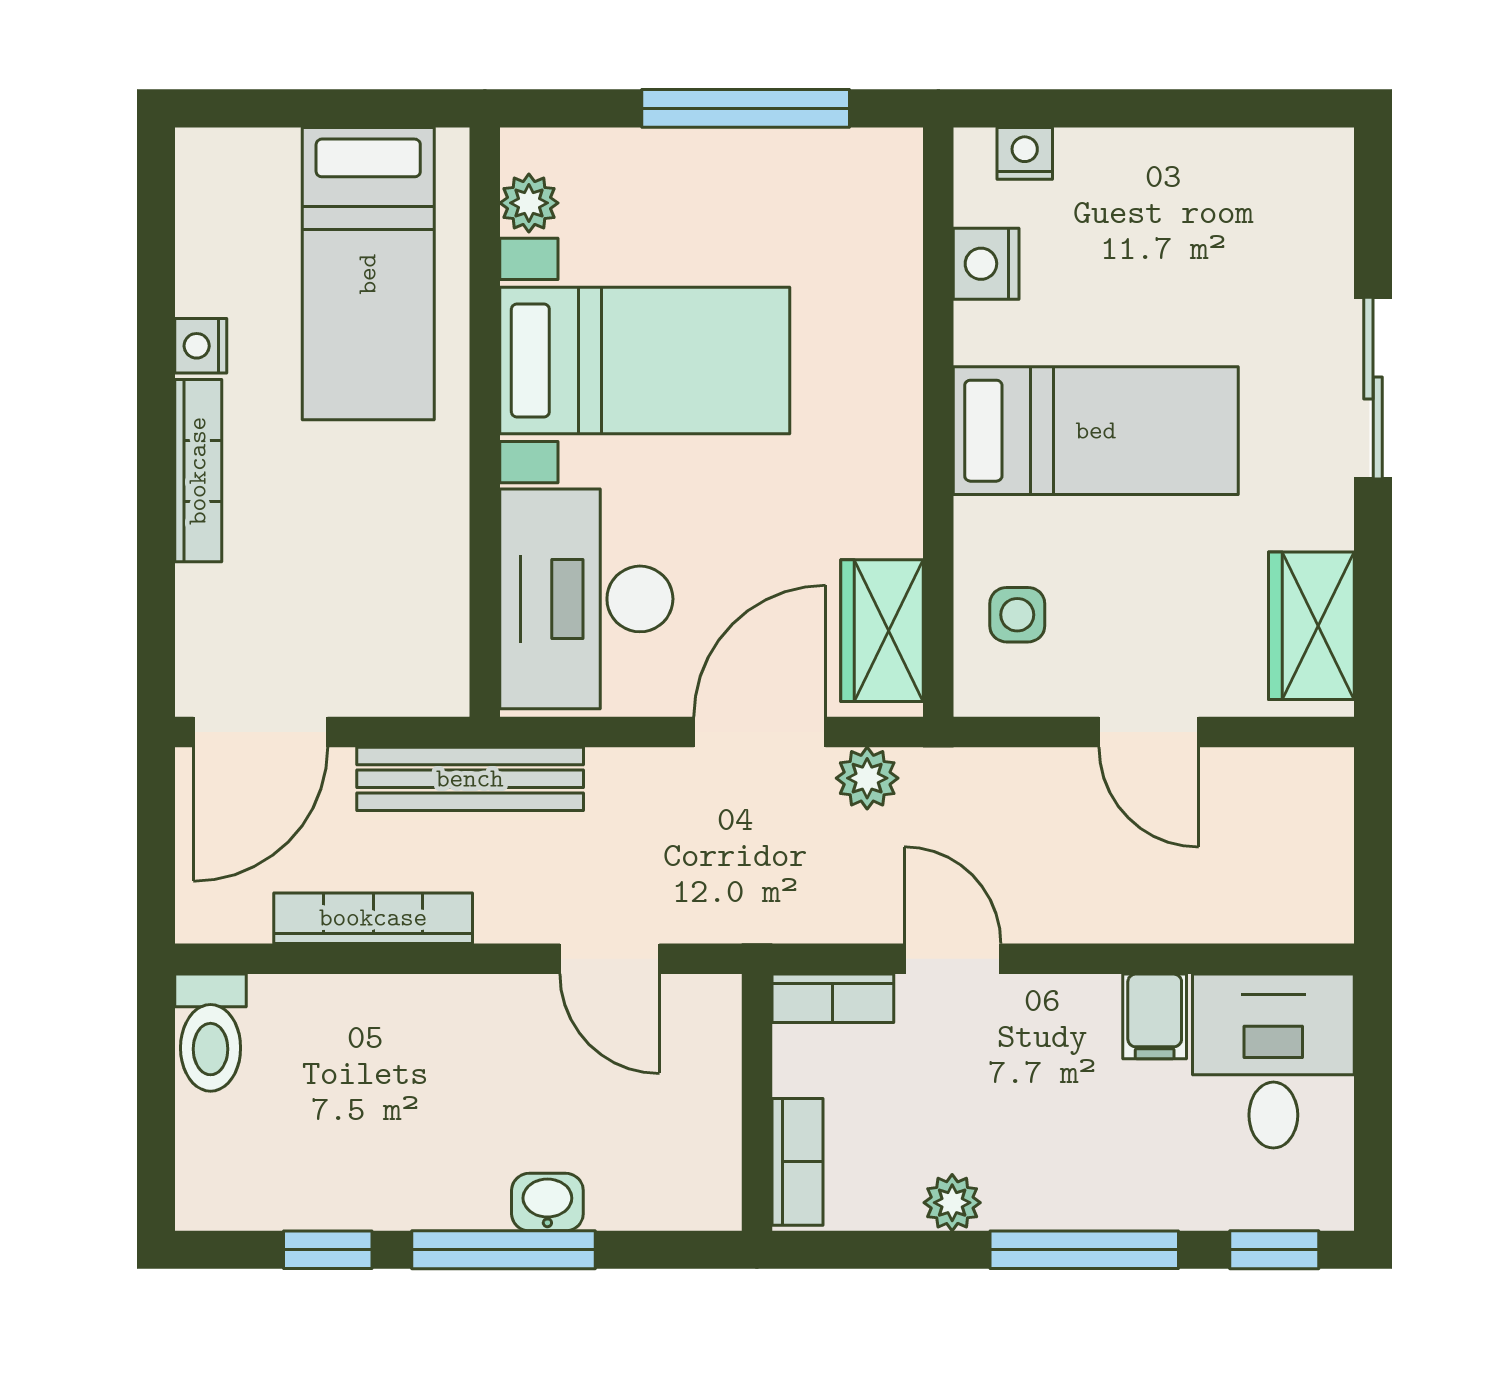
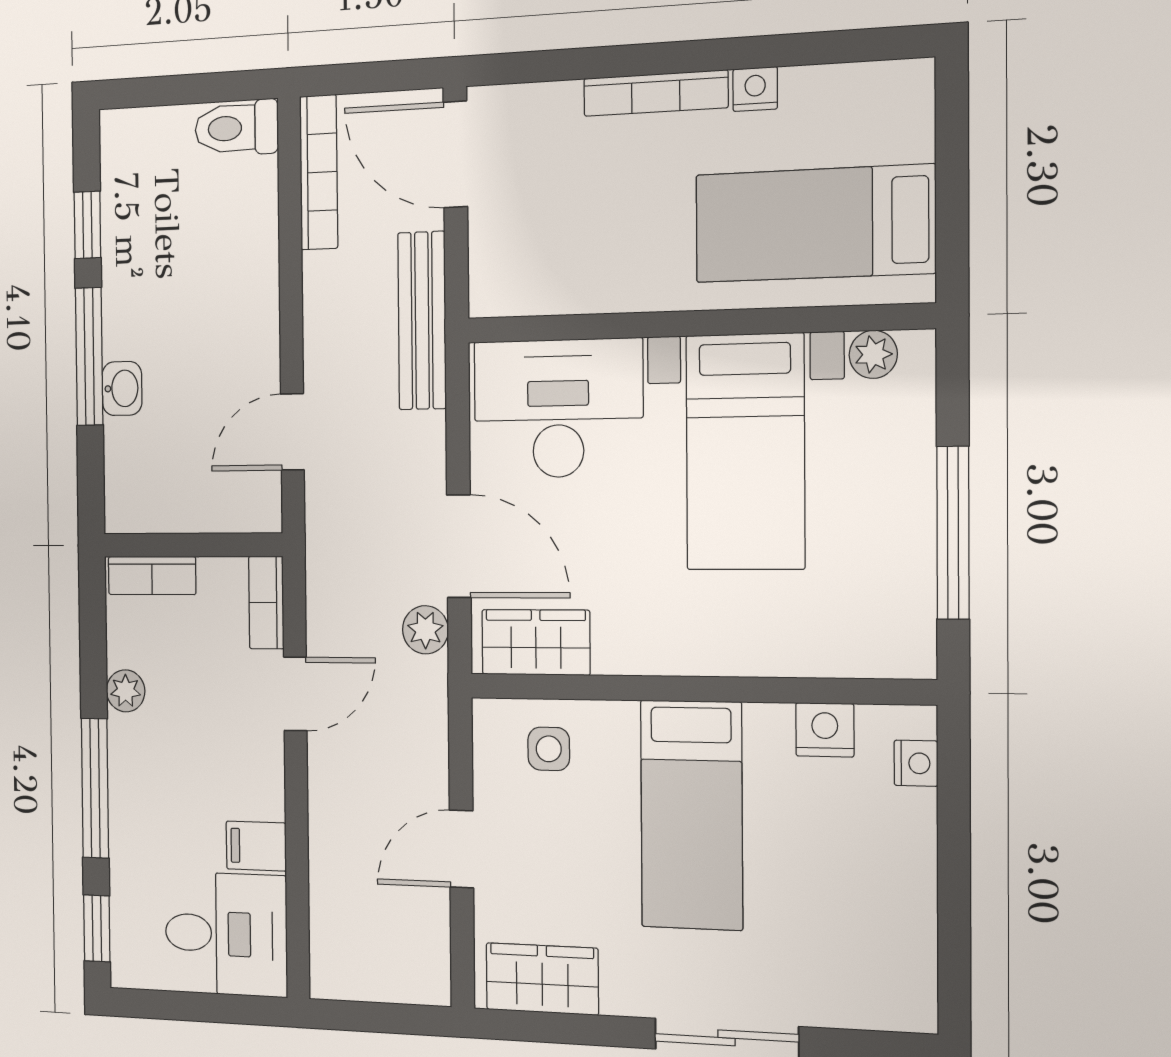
bookcase: (373, 918) -> (319, 172), moved

